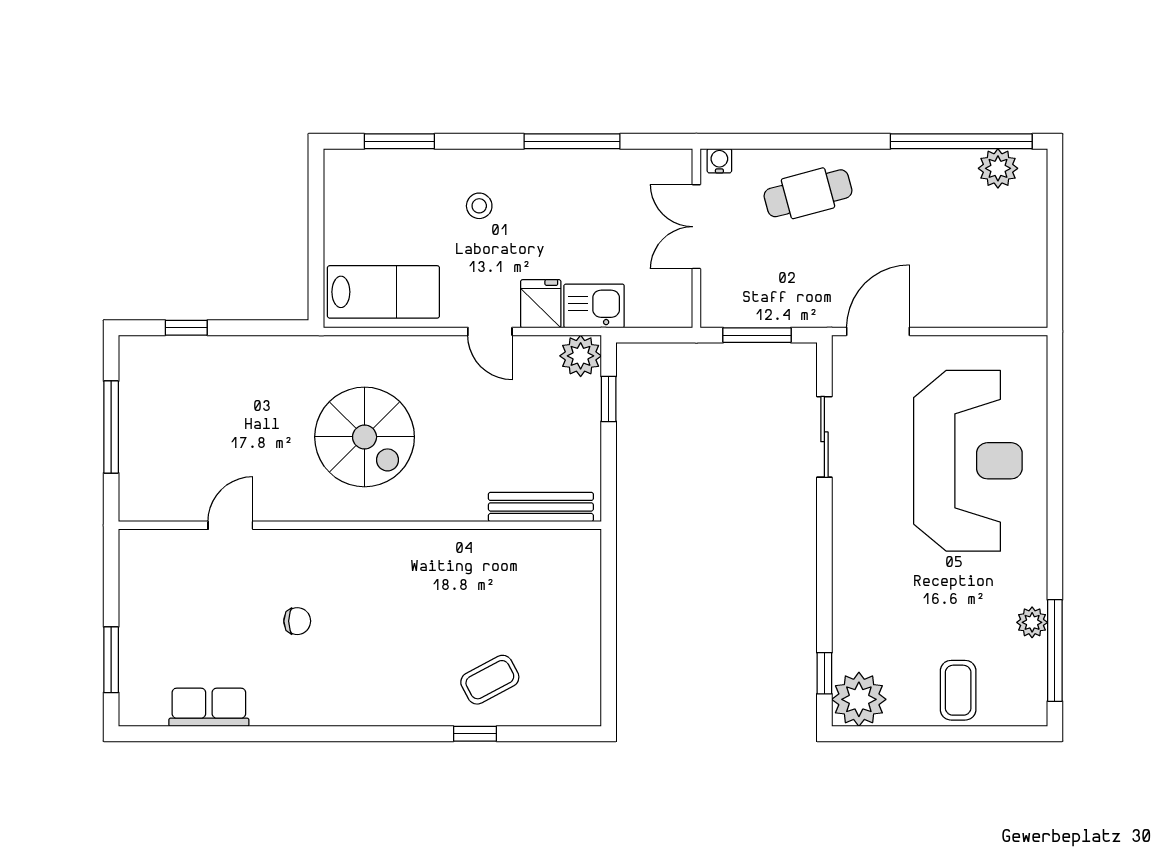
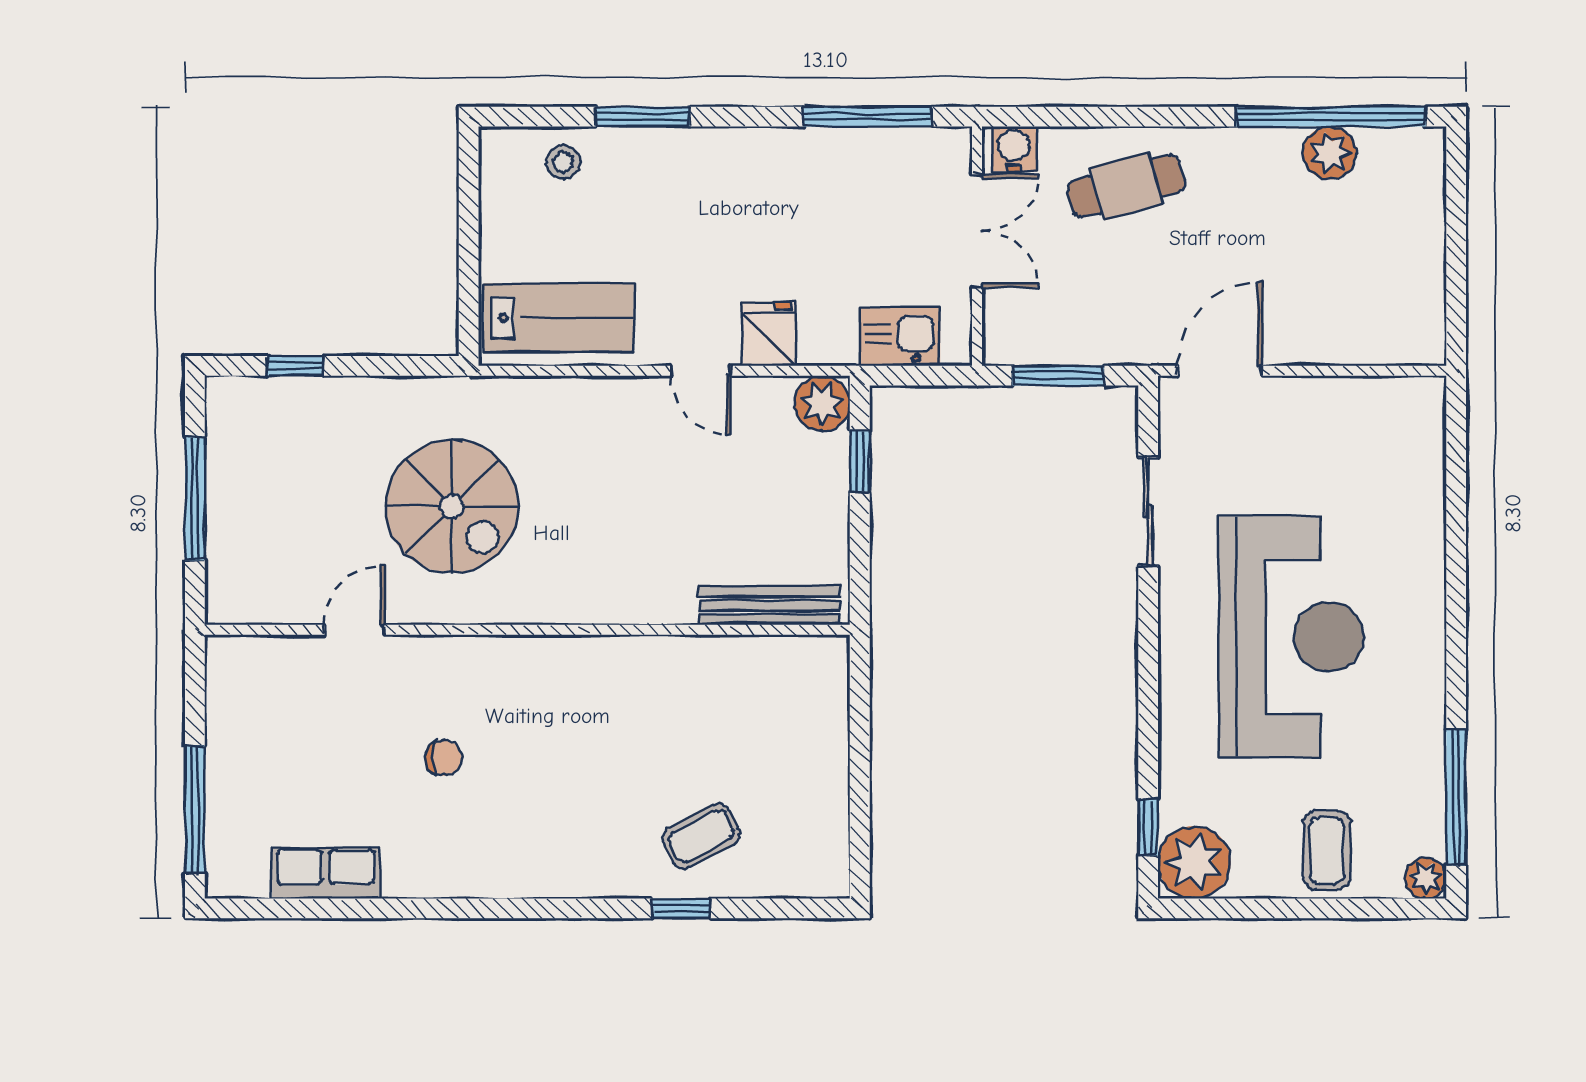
window: (399, 141) -> (643, 117), moved
window: (572, 141) -> (868, 117), moved
water cooler: (719, 161) -> (1014, 149), width x1.38, depth x1.38
plant: (998, 168) -> (1330, 153), moved
stool: (479, 206) -> (563, 162), moved
double door: (696, 227) -> (977, 231), swing flipped
kitchen sink: (594, 306) -> (900, 337), moved
spiral stairs: (365, 437) -> (452, 506), moved
reception desk: (968, 461) -> (1291, 637), moved
plant: (1032, 622) -> (1426, 878), moved
window: (111, 660) -> (195, 809), width x1.44

